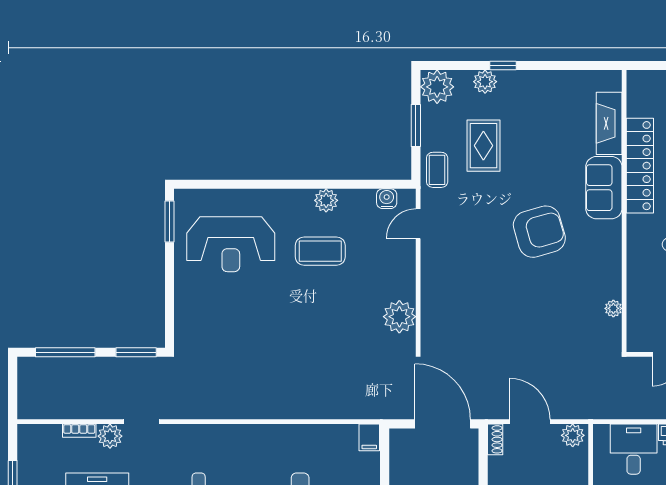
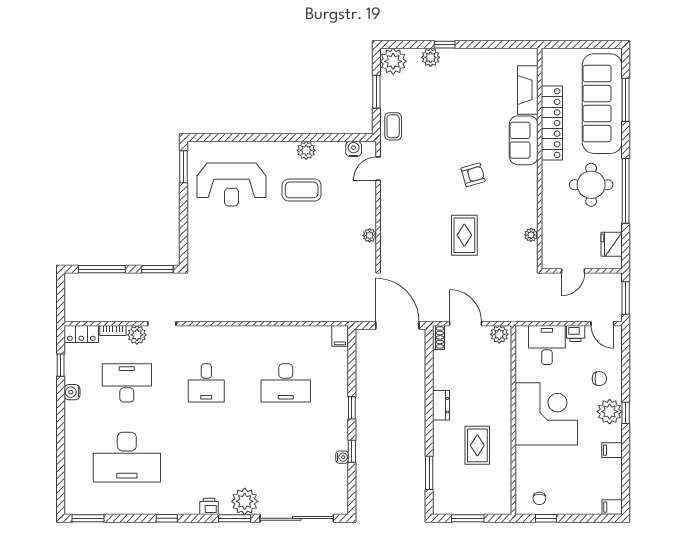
rug: (483, 146) -> (464, 235), moved
armchair: (539, 232) -> (473, 175), width x0.53, depth x0.53
plant: (399, 317) -> (370, 235), width x0.53, depth x0.53
locker: (39, 435) -> (81, 334), added

